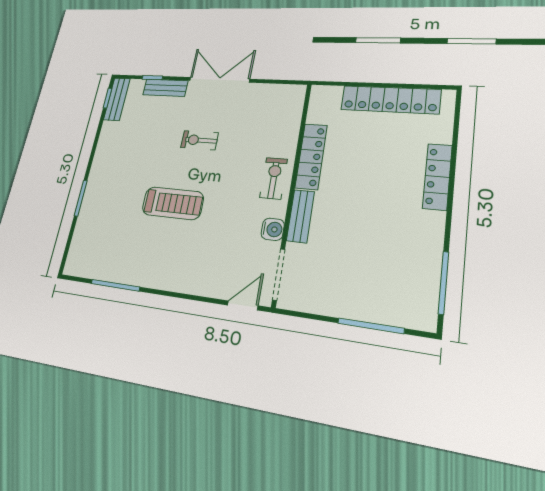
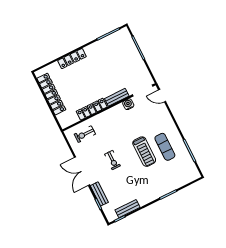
bench: (117, 99) -> (127, 209), moved
exercise bike: (274, 178) -> (85, 134), moved
treadmill: (173, 203) -> (144, 152), turned 180
exercise mat: (153, 245) -> (165, 147), added

